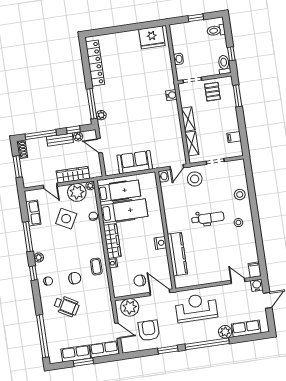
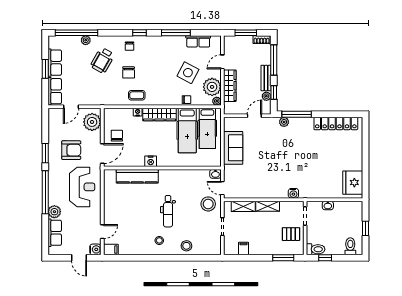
plant: (39, 257) -> (86, 40), moved
armchair: (149, 331) -> (71, 150), moved

